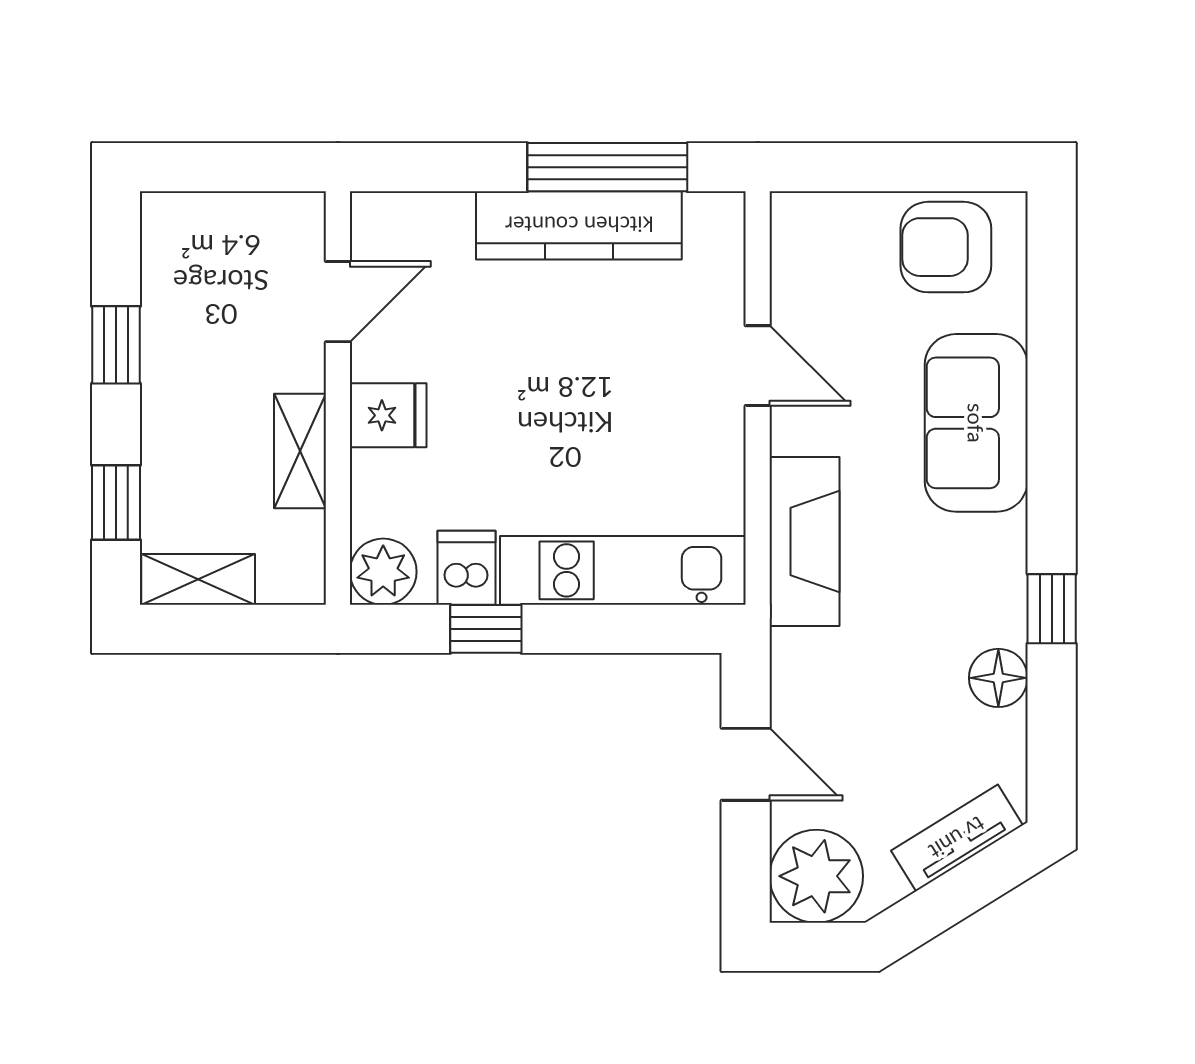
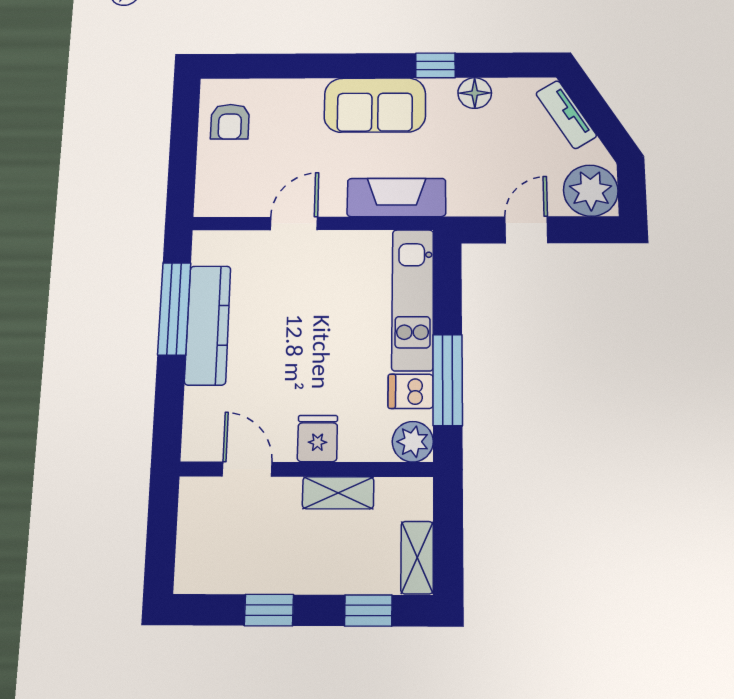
armchair: (946, 247) -> (230, 122), width x0.72, depth x0.72
sofa: (976, 423) -> (375, 105), moved
window: (486, 629) -> (448, 380), width x2.17

